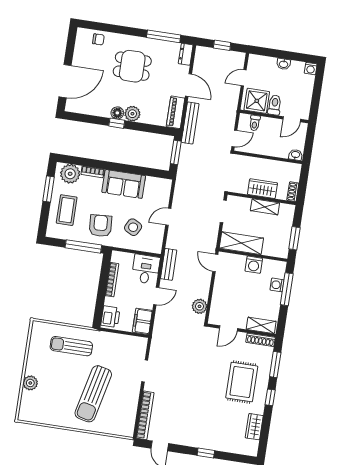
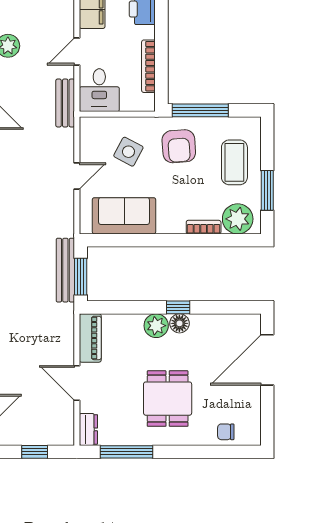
dining table: (132, 66) -> (168, 399), turned 90
bench: (190, 123) -> (65, 270), moved
sofa: (124, 184) -> (124, 216), moved

